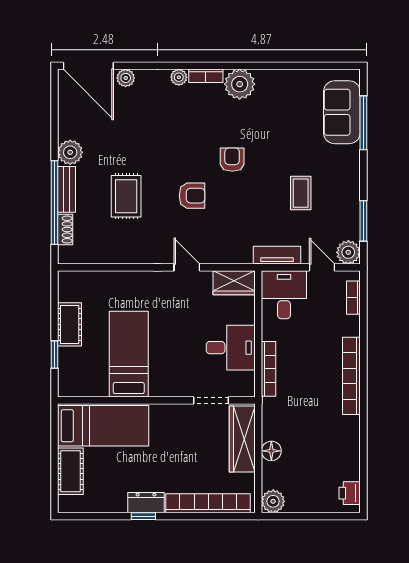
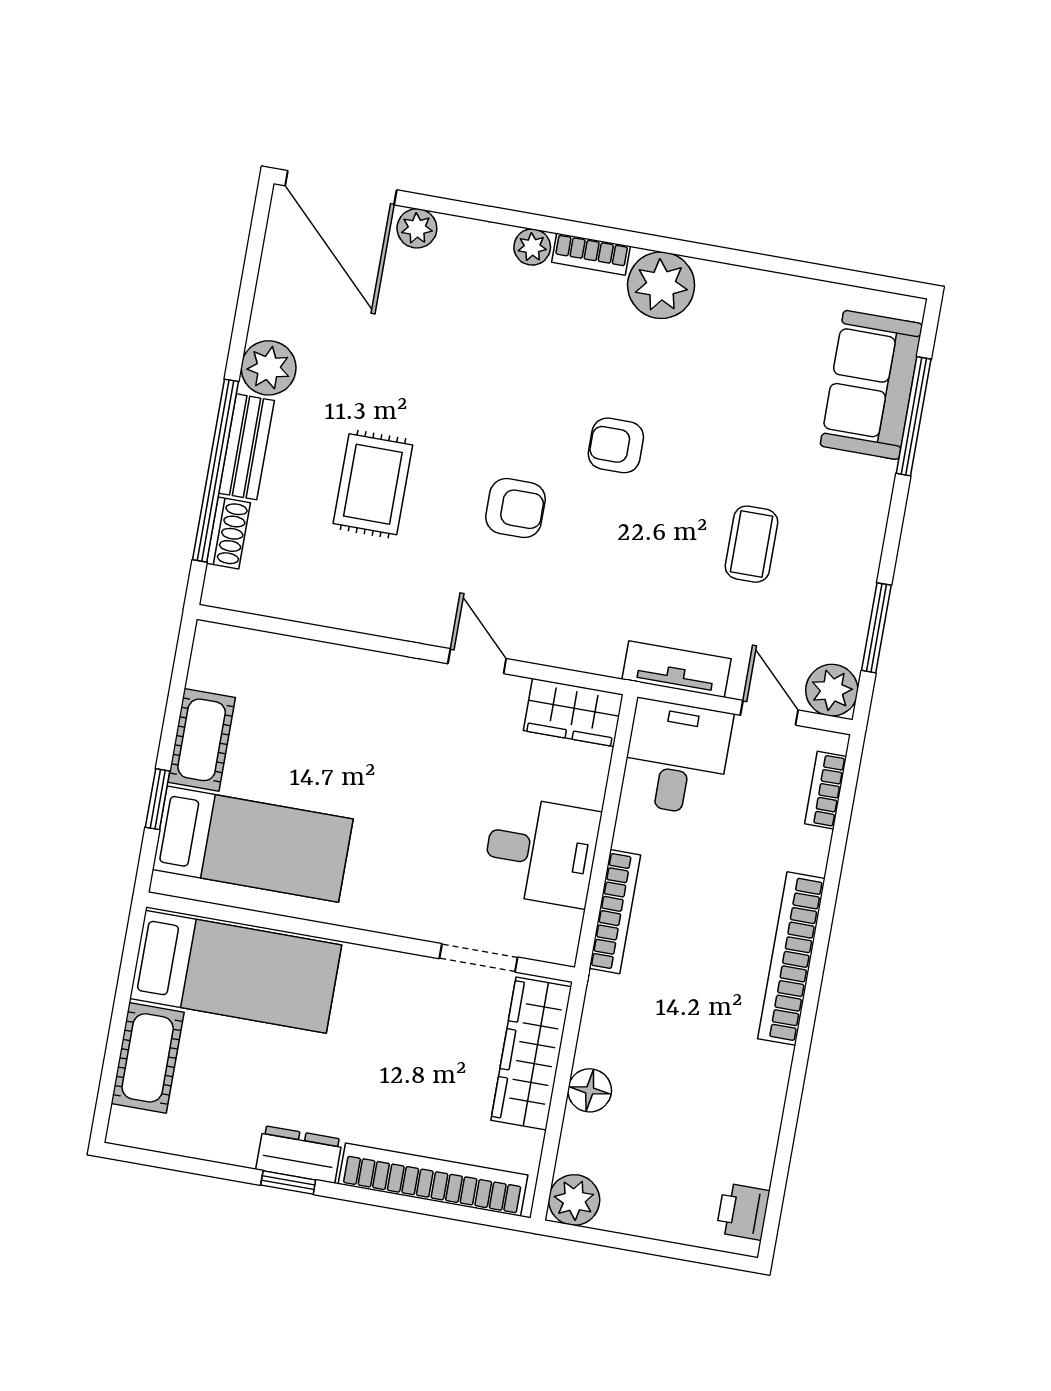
armchair: (232, 160) -> (616, 445), turned -90
bed: (129, 354) -> (253, 844), moved, turned 90

